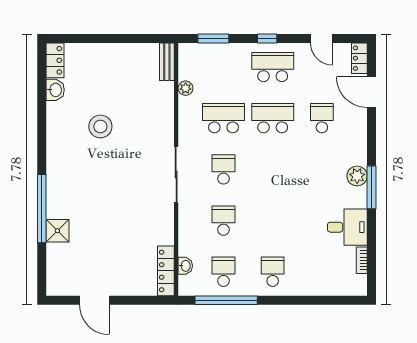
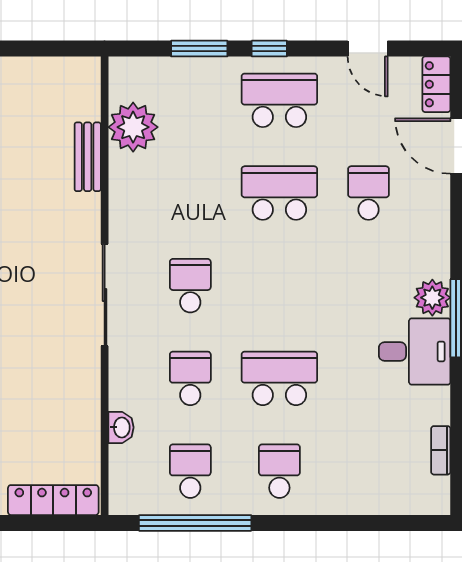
window: (213, 38) -> (199, 49), moved
bench: (167, 62) -> (88, 157), moved
plant: (186, 88) -> (133, 127), width x1.88, depth x1.88
school desk: (223, 118) -> (279, 378), moved
desk: (347, 227) -> (415, 352), moved
washbasin: (185, 266) -> (121, 427), moved
locker: (166, 271) -> (53, 500), moved, turned 90

